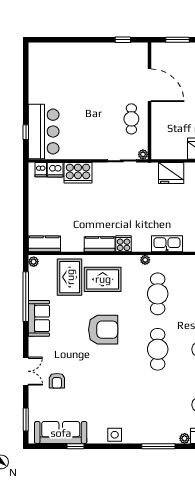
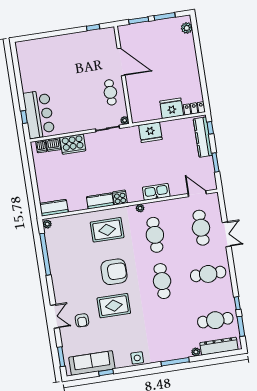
rug: (70, 277) -> (114, 306), moved, turned 90
sofa: (39, 318) -> (59, 271), removed

